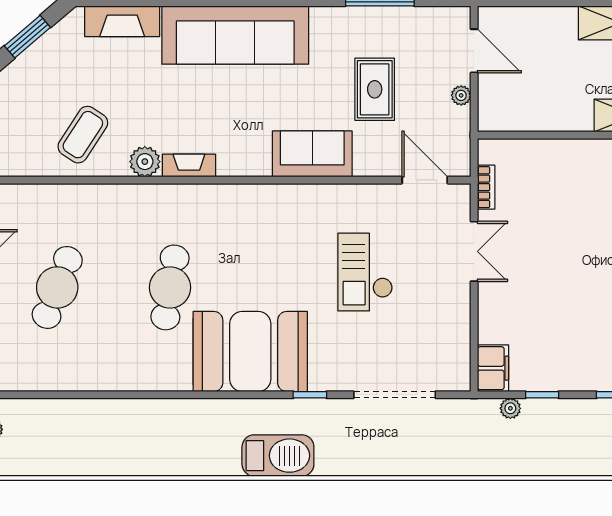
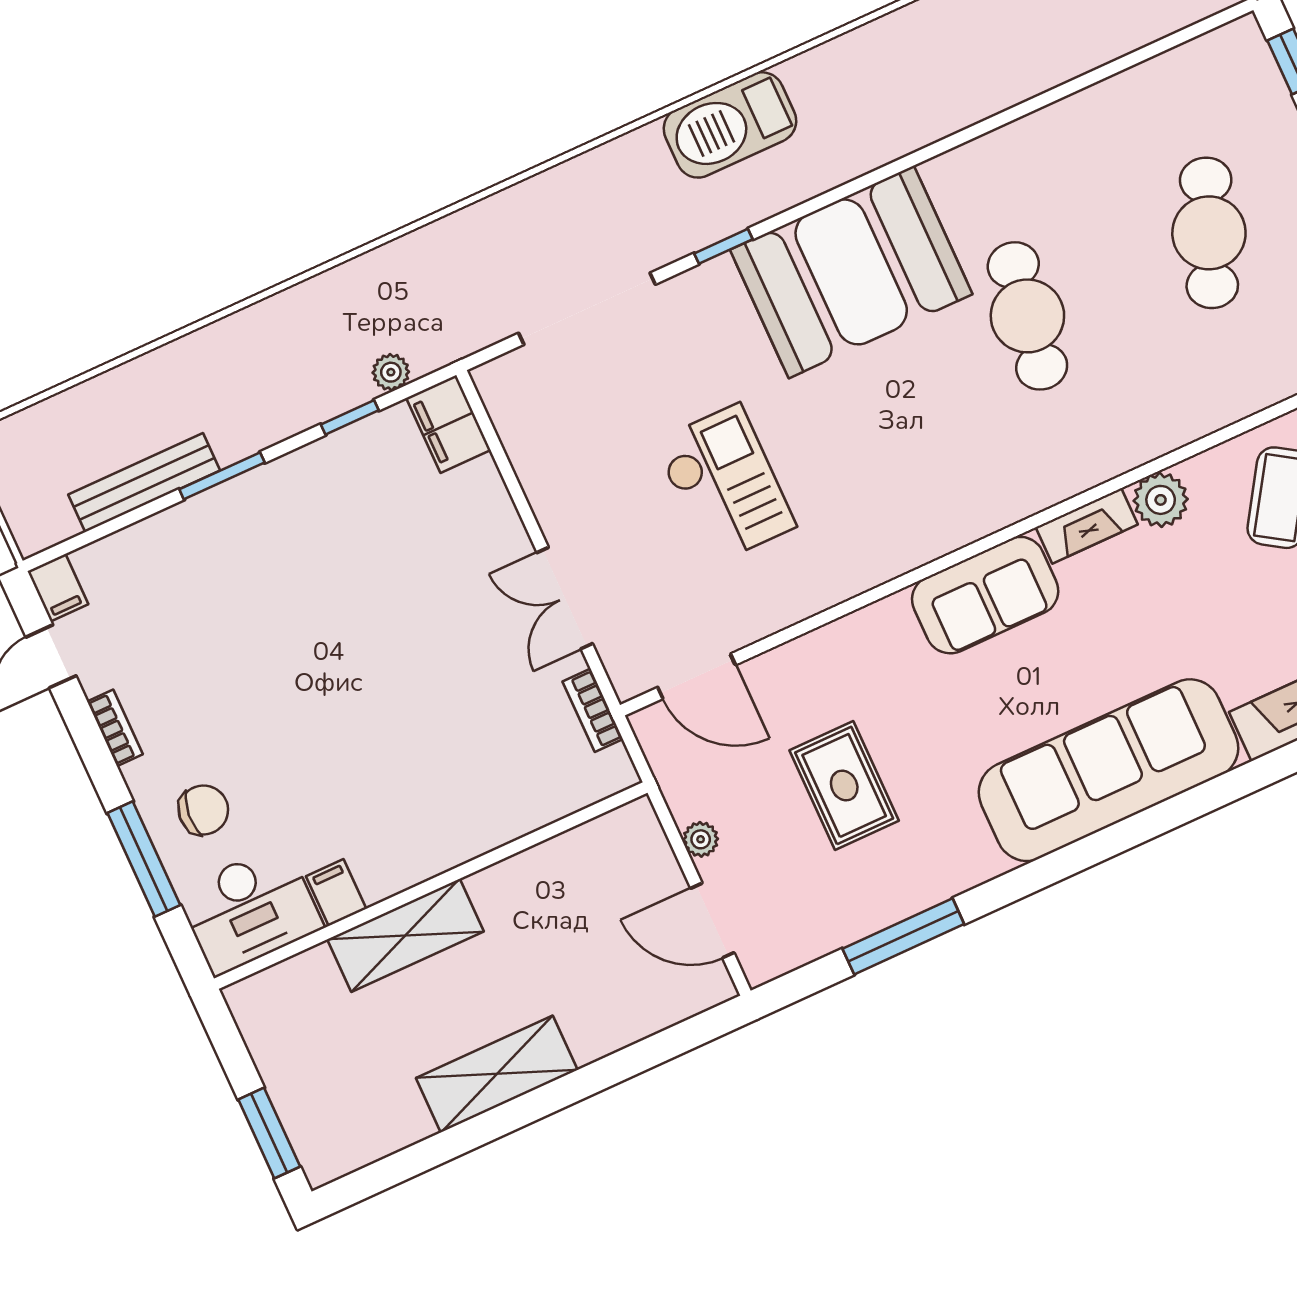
sofa: (312, 154) -> (985, 595), moved

